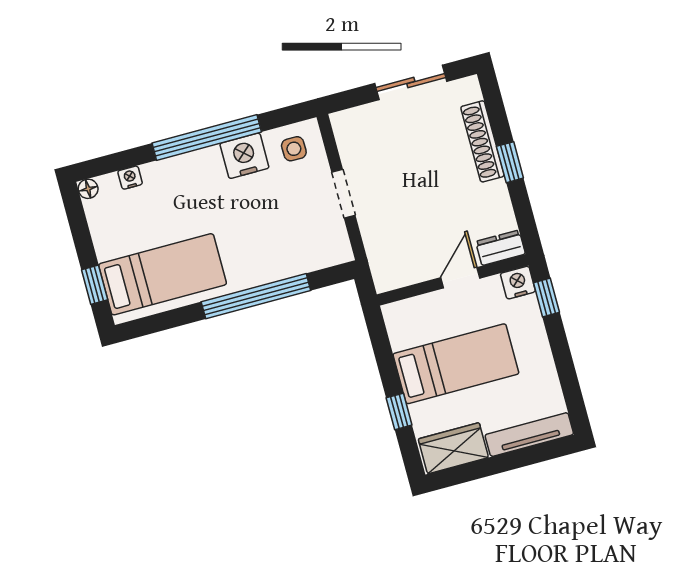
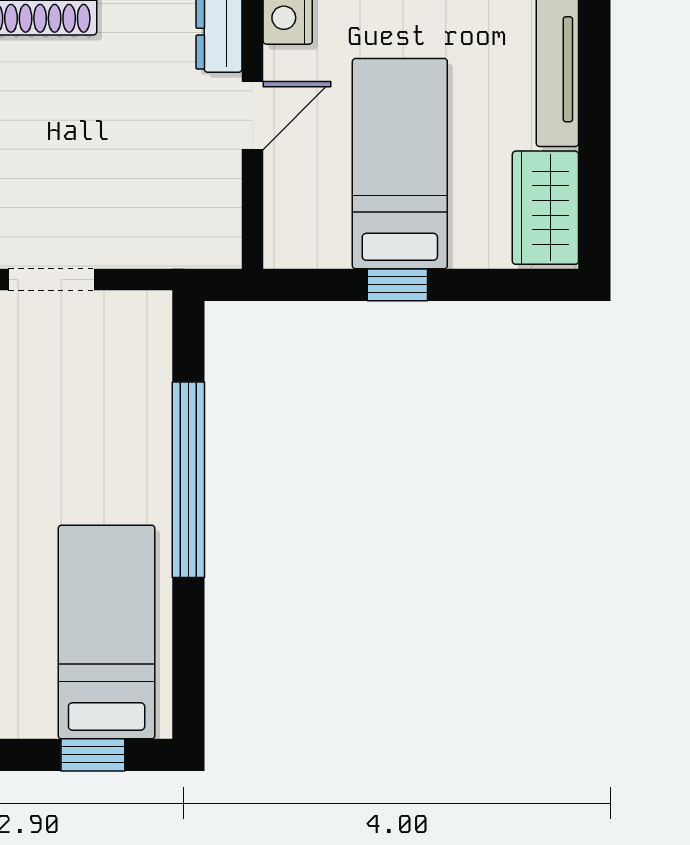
door: (460, 278) -> (253, 116), swing flipped
window: (399, 411) -> (397, 285), moved

